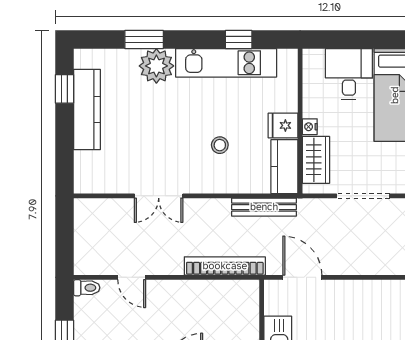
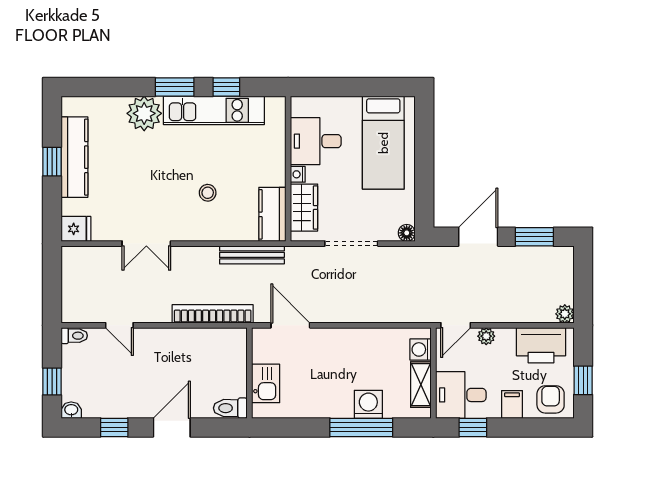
window: (144, 40) -> (175, 87), moved
desk: (349, 74) -> (316, 141), moved, turned -90
window: (64, 89) -> (52, 162), moved
fridge: (283, 125) -> (76, 229), moved, turned 180

